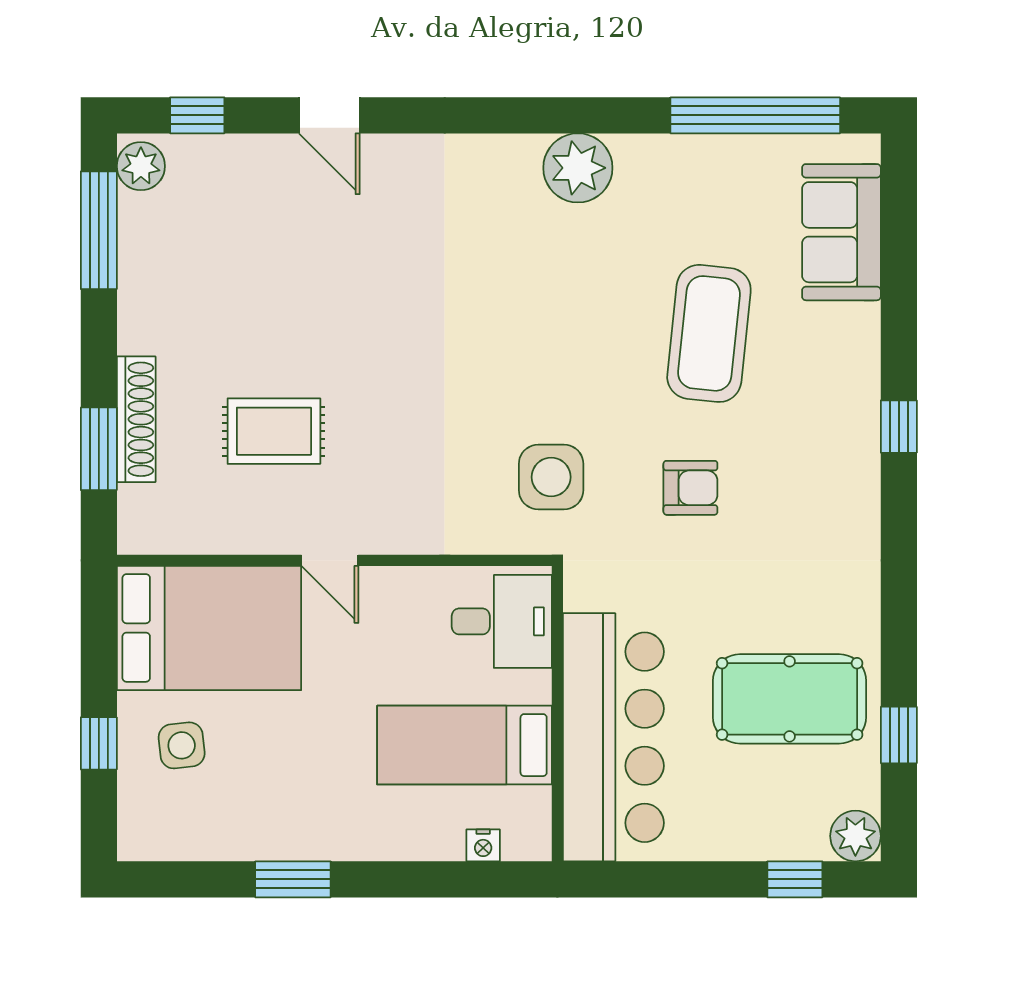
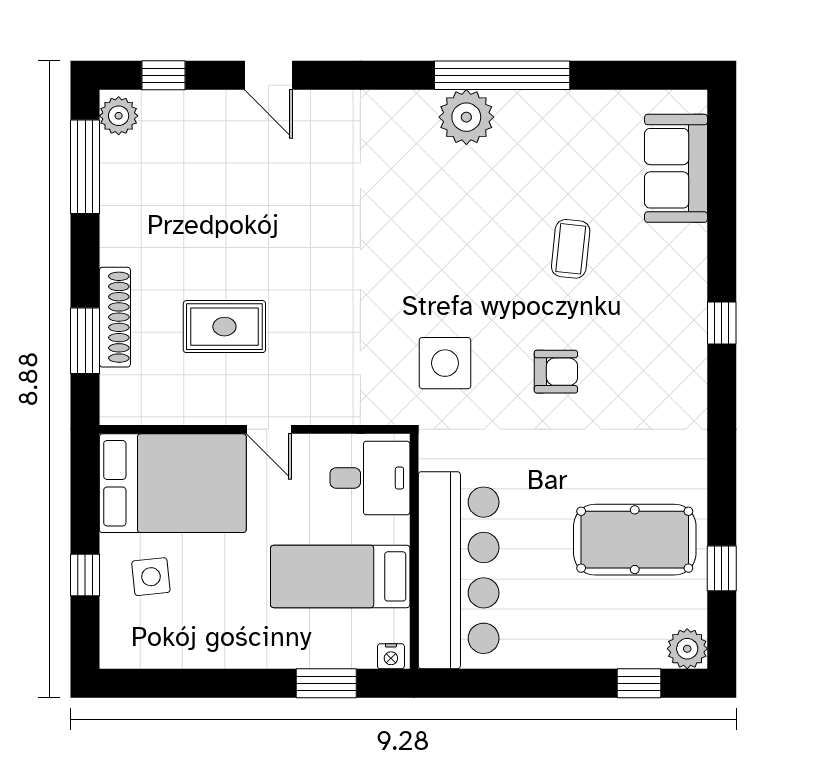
window: (755, 115) -> (502, 75), moved
coffee table: (709, 333) -> (571, 249), width x0.54, depth x0.58
desk: (502, 621) -> (370, 478), moved
wall: (557, 714) -> (414, 551), moved
bar counter: (613, 737) -> (459, 570), moved
bed: (464, 745) -> (340, 576), moved
window: (293, 879) -> (326, 683), moved

